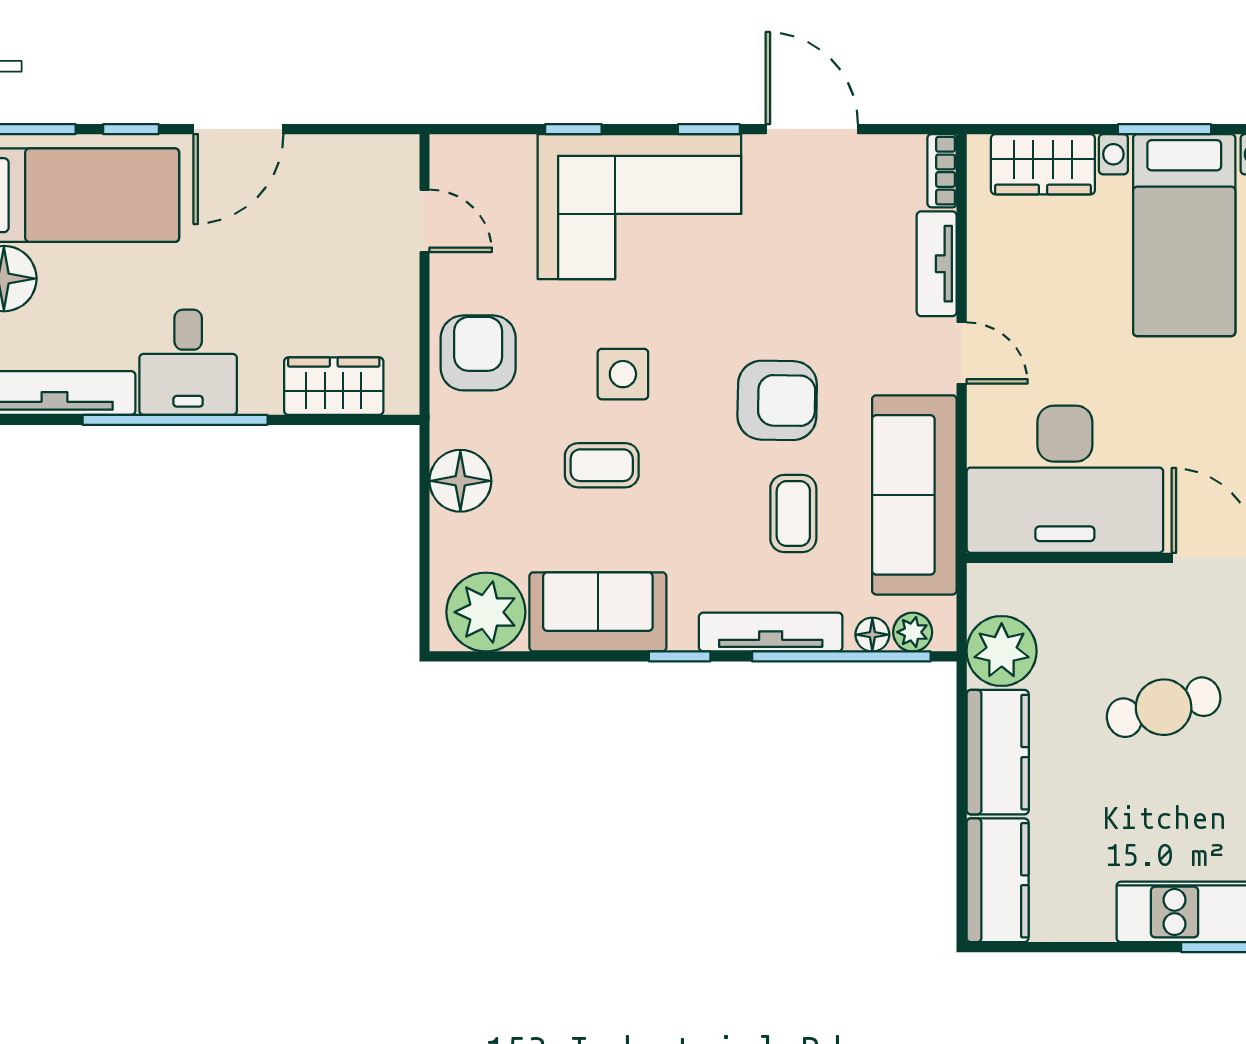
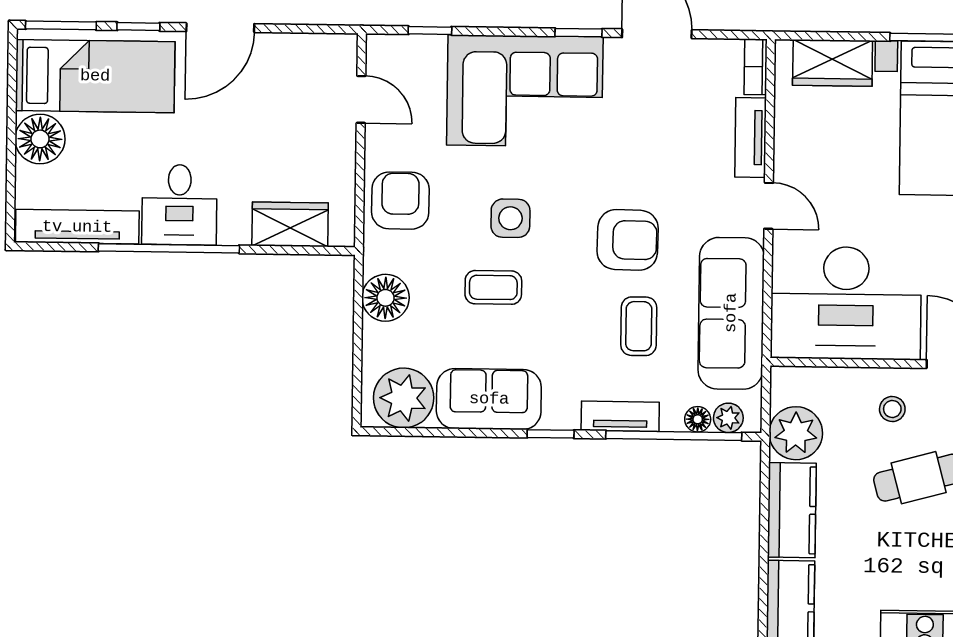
window: (573, 129) -> (430, 31), moved
stool: (1128, 618) -> (892, 409), added
tv unit: (771, 632) -> (620, 416), width x0.71

